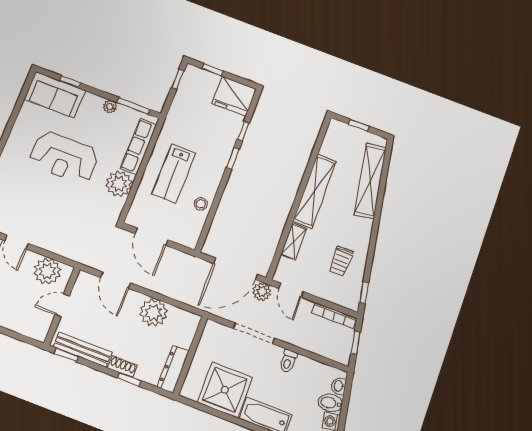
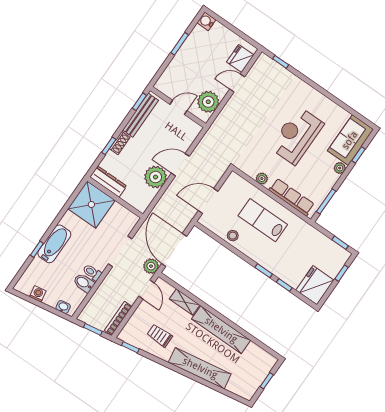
plant: (110, 107) -> (340, 168), moved
shelving: (370, 181) -> (200, 368), moved
plant: (119, 184) -> (262, 179), width x0.53, depth x0.53
door: (151, 237) -> (208, 201), moved
door: (116, 280) -> (180, 165), moved
door: (291, 290) -> (147, 290), swing flipped
door: (62, 305) -> (179, 107), hinge flipped
shower: (225, 390) -> (91, 204), moved
bidet: (330, 403) -> (84, 283), moved, turned -81

